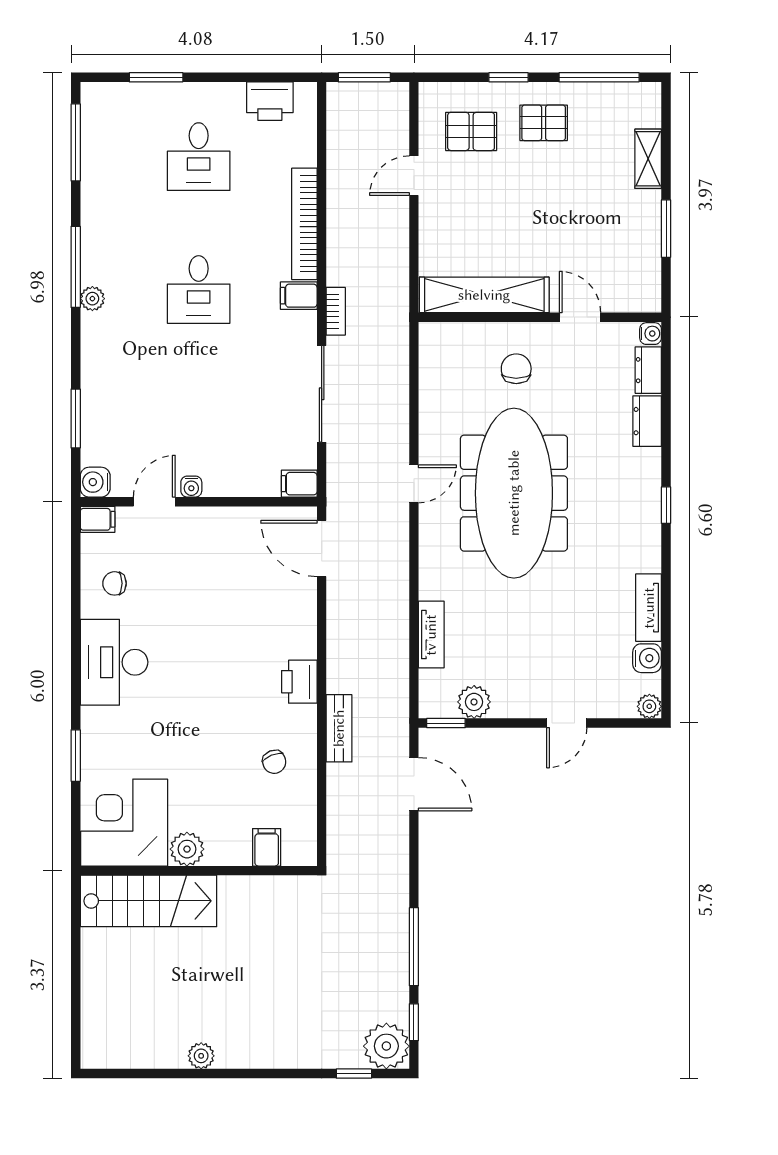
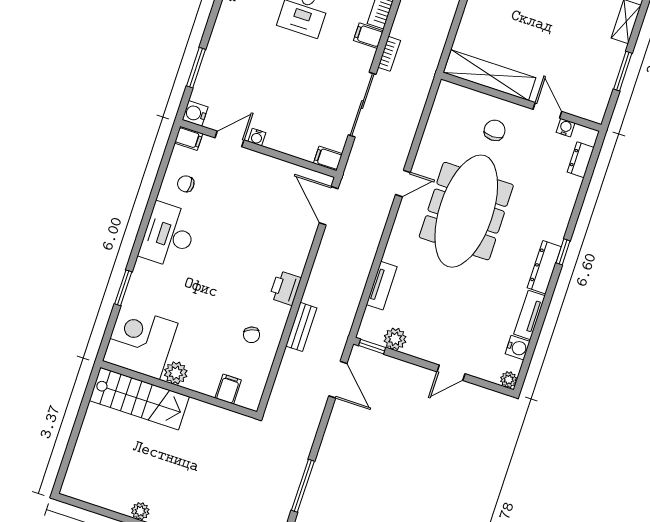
water cooler: (651, 334) -> (566, 128), moved, turned -90
dresser: (647, 421) -> (544, 267), moved, width x1.44

